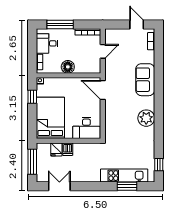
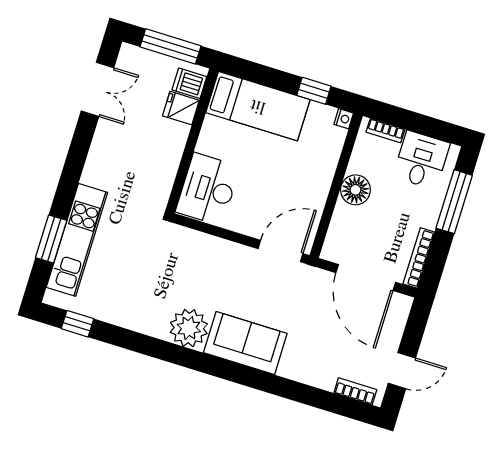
door: (103, 51) -> (366, 277), width x1.88
sofa: (145, 80) -> (245, 343), moved
bed: (50, 118) -> (258, 106), width x0.67
dishwasher: (68, 149) -> (189, 83), moved

